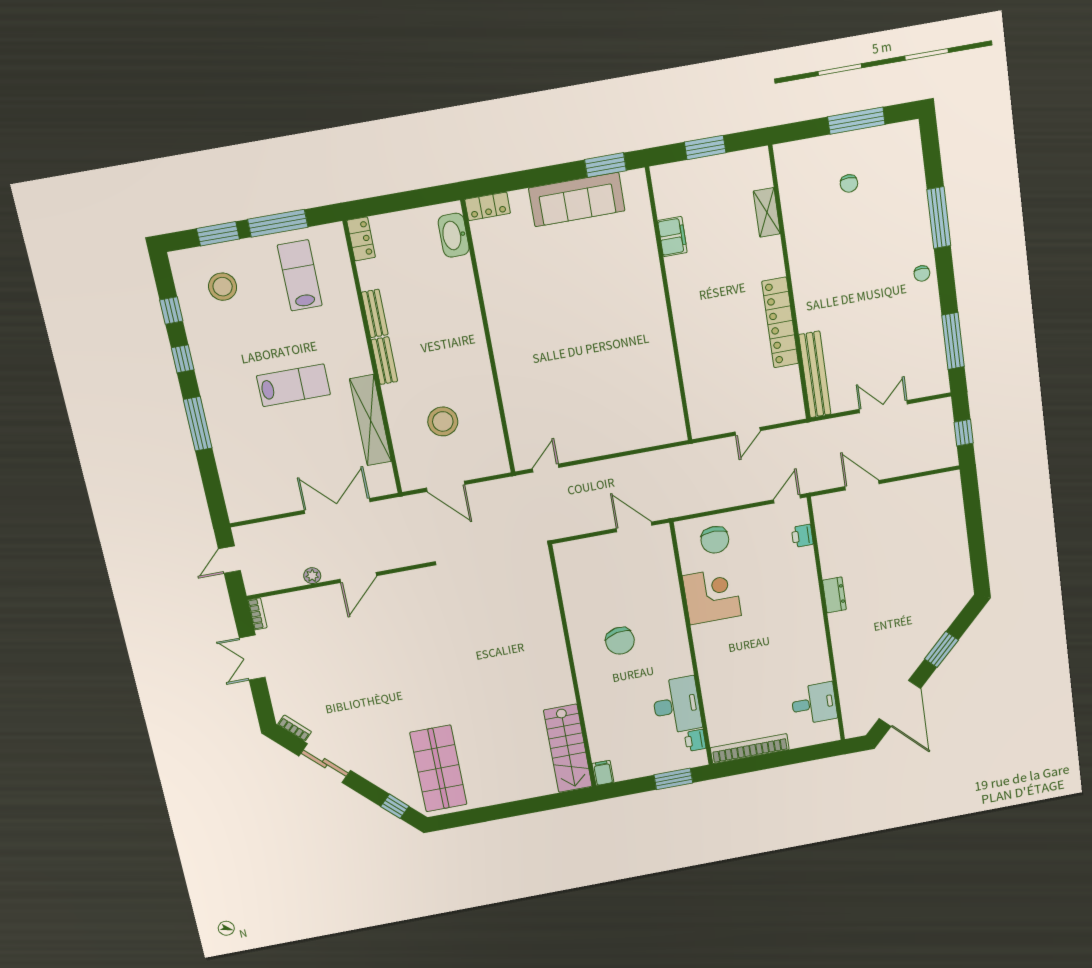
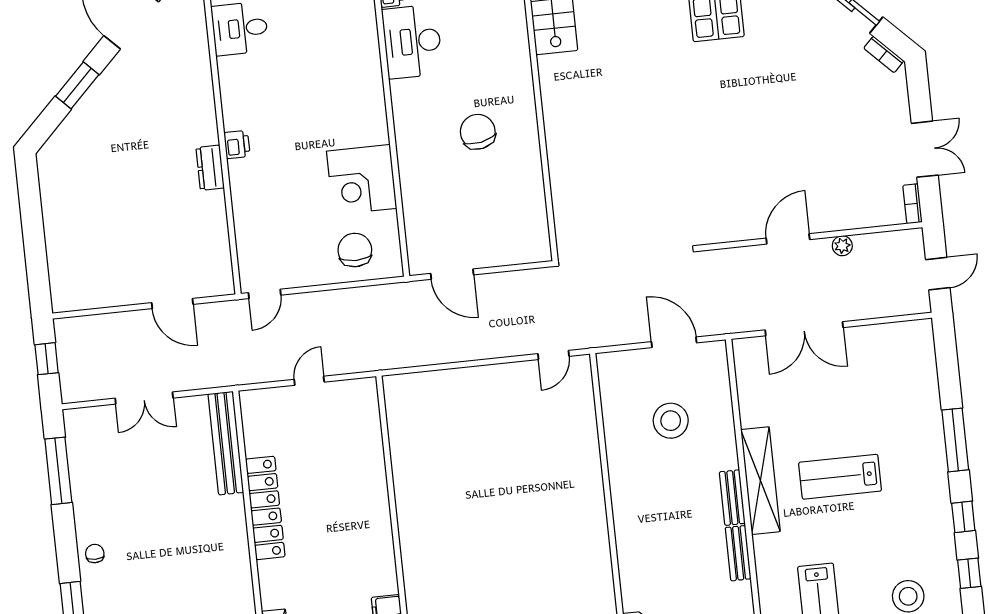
shelving: (371, 420) -> (760, 481), moved
printer: (802, 536) -> (237, 145), moved

